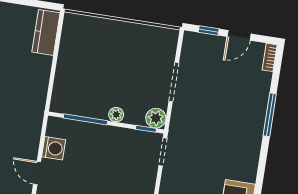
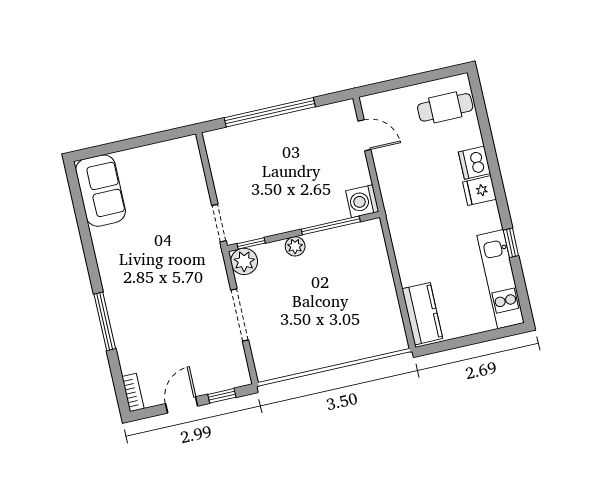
washing machine: (54, 148) -> (362, 201), moved

